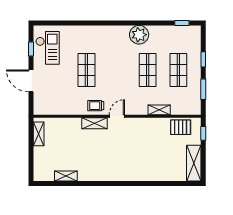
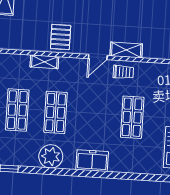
freezer: (116, 33) -> (92, 161), added
plant: (139, 35) -> (51, 156), moved
pallet: (181, 127) -> (61, 37), moved, turned 90

